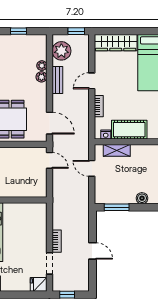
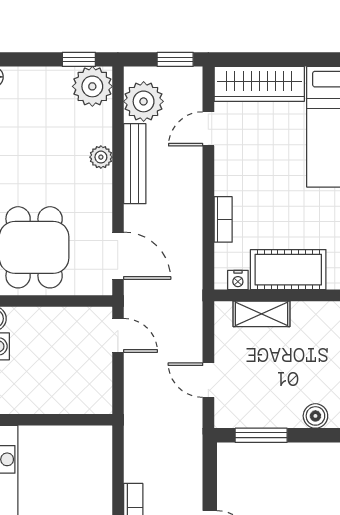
window: (19, 31) -> (79, 59), moved
plant: (42, 66) -> (92, 86), moved, width x1.88, depth x1.88
bench: (57, 80) -> (135, 164), width x1.36
door: (92, 81) -> (208, 129), moved
door: (92, 168) -> (208, 380), moved

